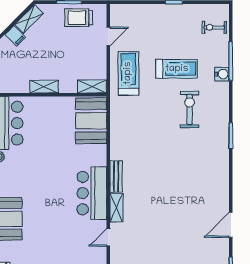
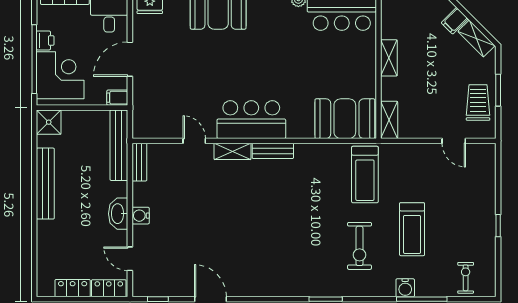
treadmill: (128, 73) -> (365, 175), moved, turned 90
exercise bike: (190, 109) -> (360, 246), turned 90

